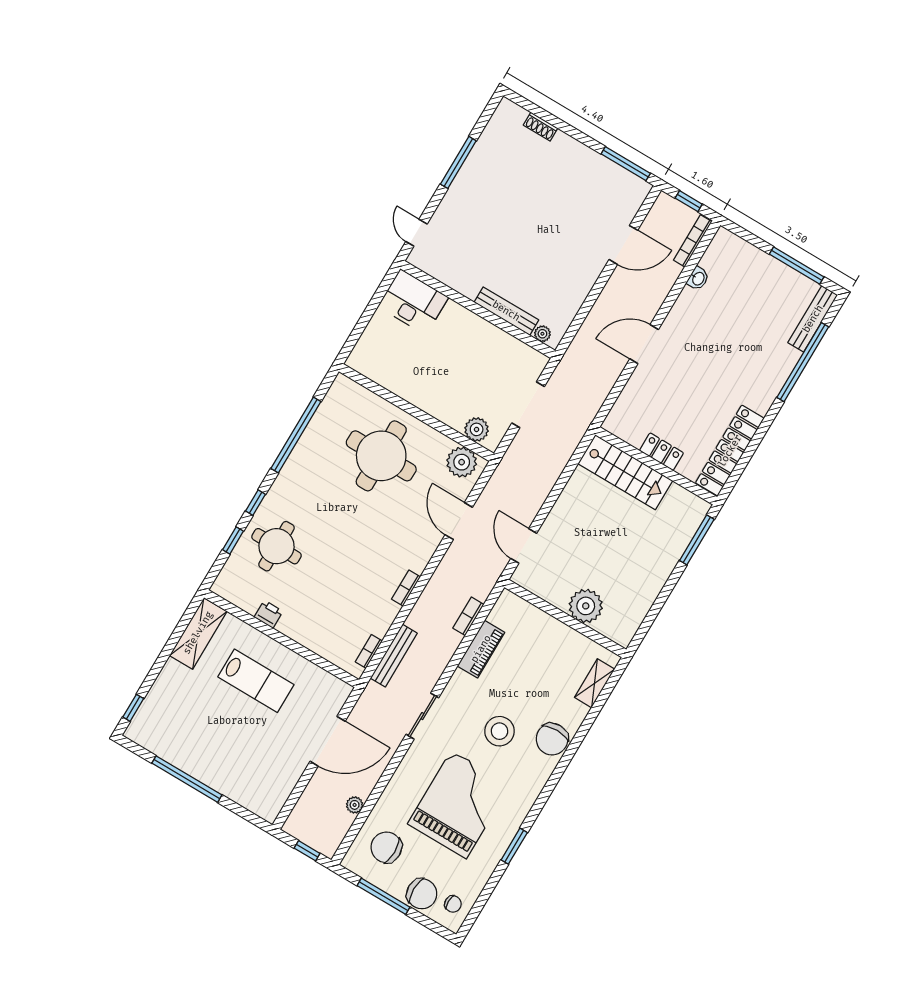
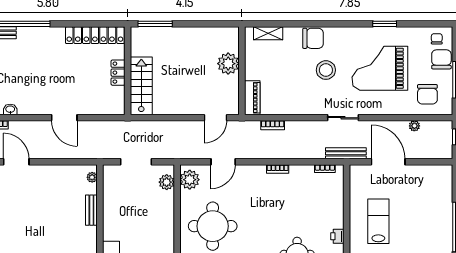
bench: (506, 311) -> (91, 210), width x0.73
piano: (481, 649) -> (252, 98), moved, turned 90
bench: (394, 656) -> (346, 153), moved

